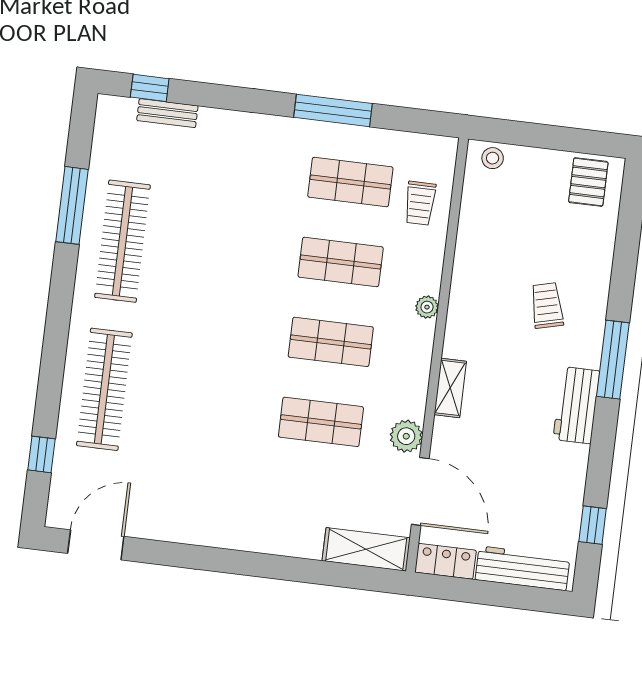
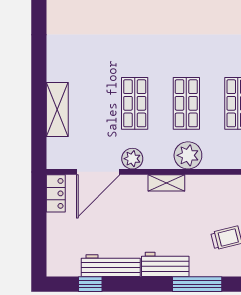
plant: (427, 307) -> (188, 155), moved, width x1.88, depth x1.88
shelving: (366, 549) -> (57, 110), moved
workbench: (523, 568) -> (111, 266), moved, turned -90

